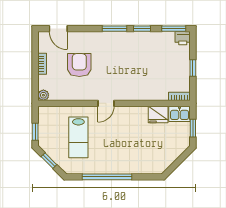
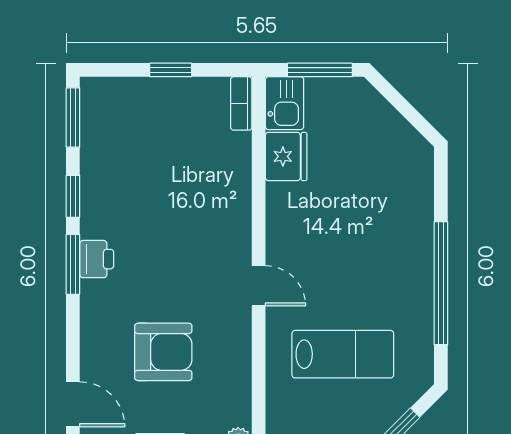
door: (58, 29) -> (73, 404), hinge flipped
printer: (183, 38) -> (97, 259), moved
armchair: (79, 65) -> (163, 352), turned 180
window: (193, 128) -> (320, 70), width x1.50

